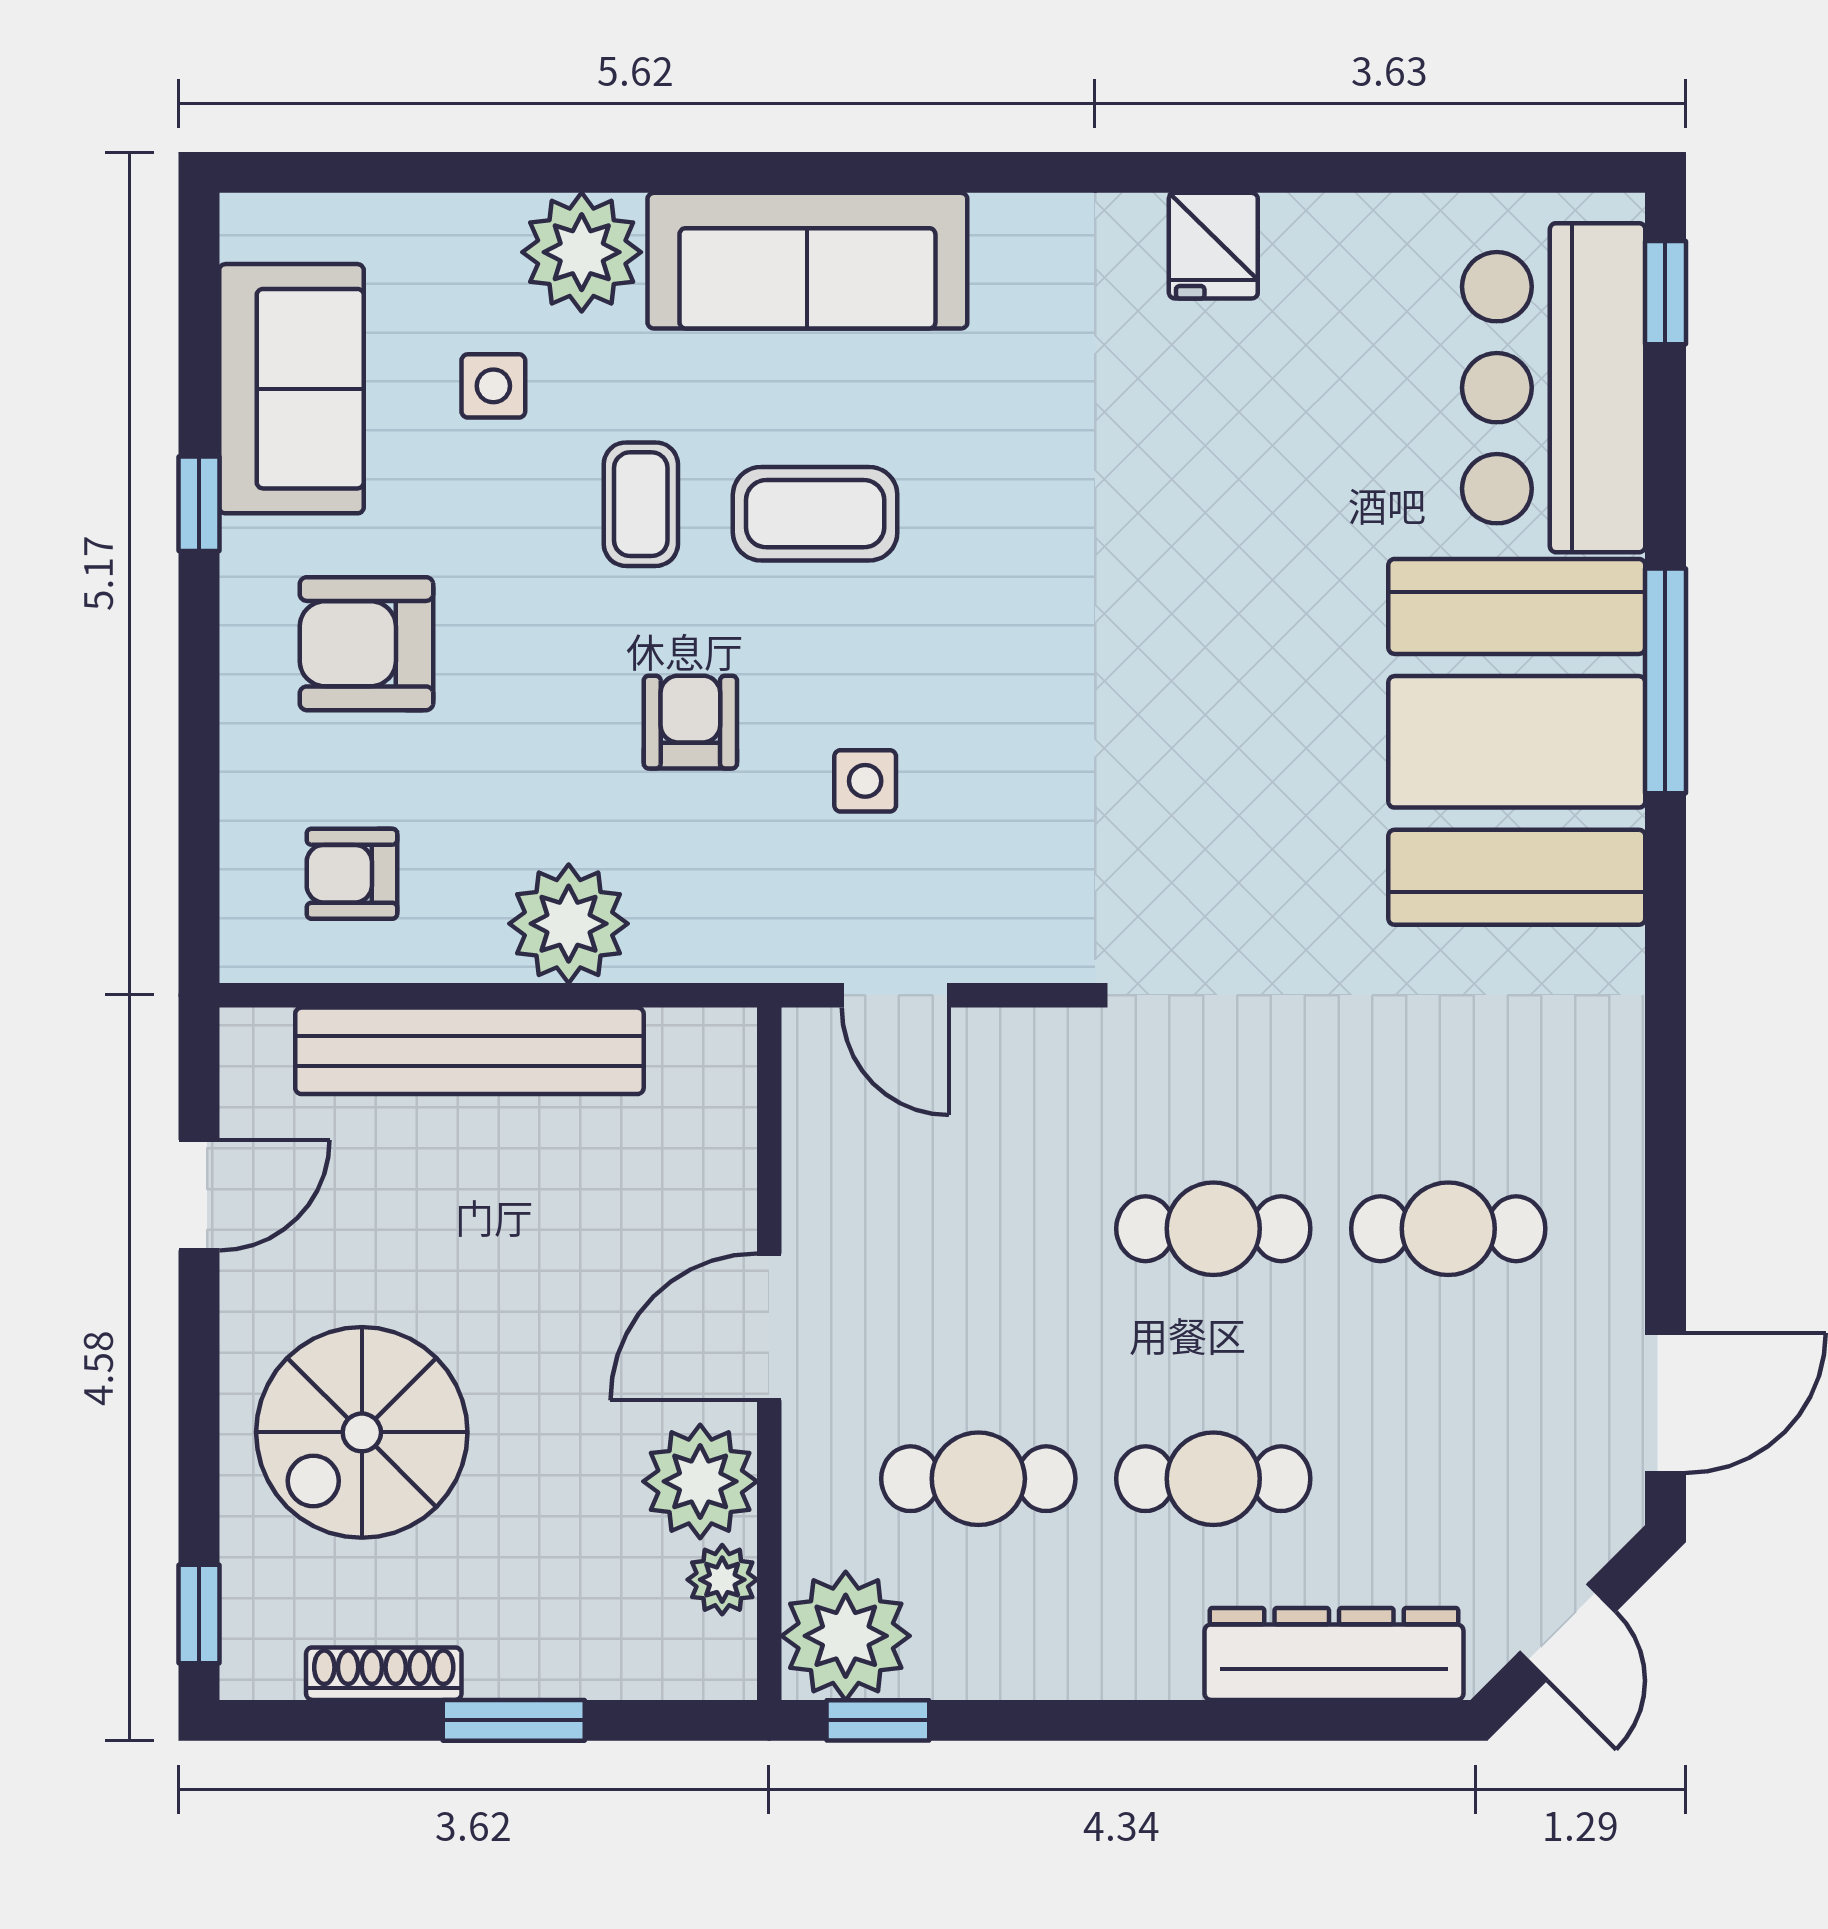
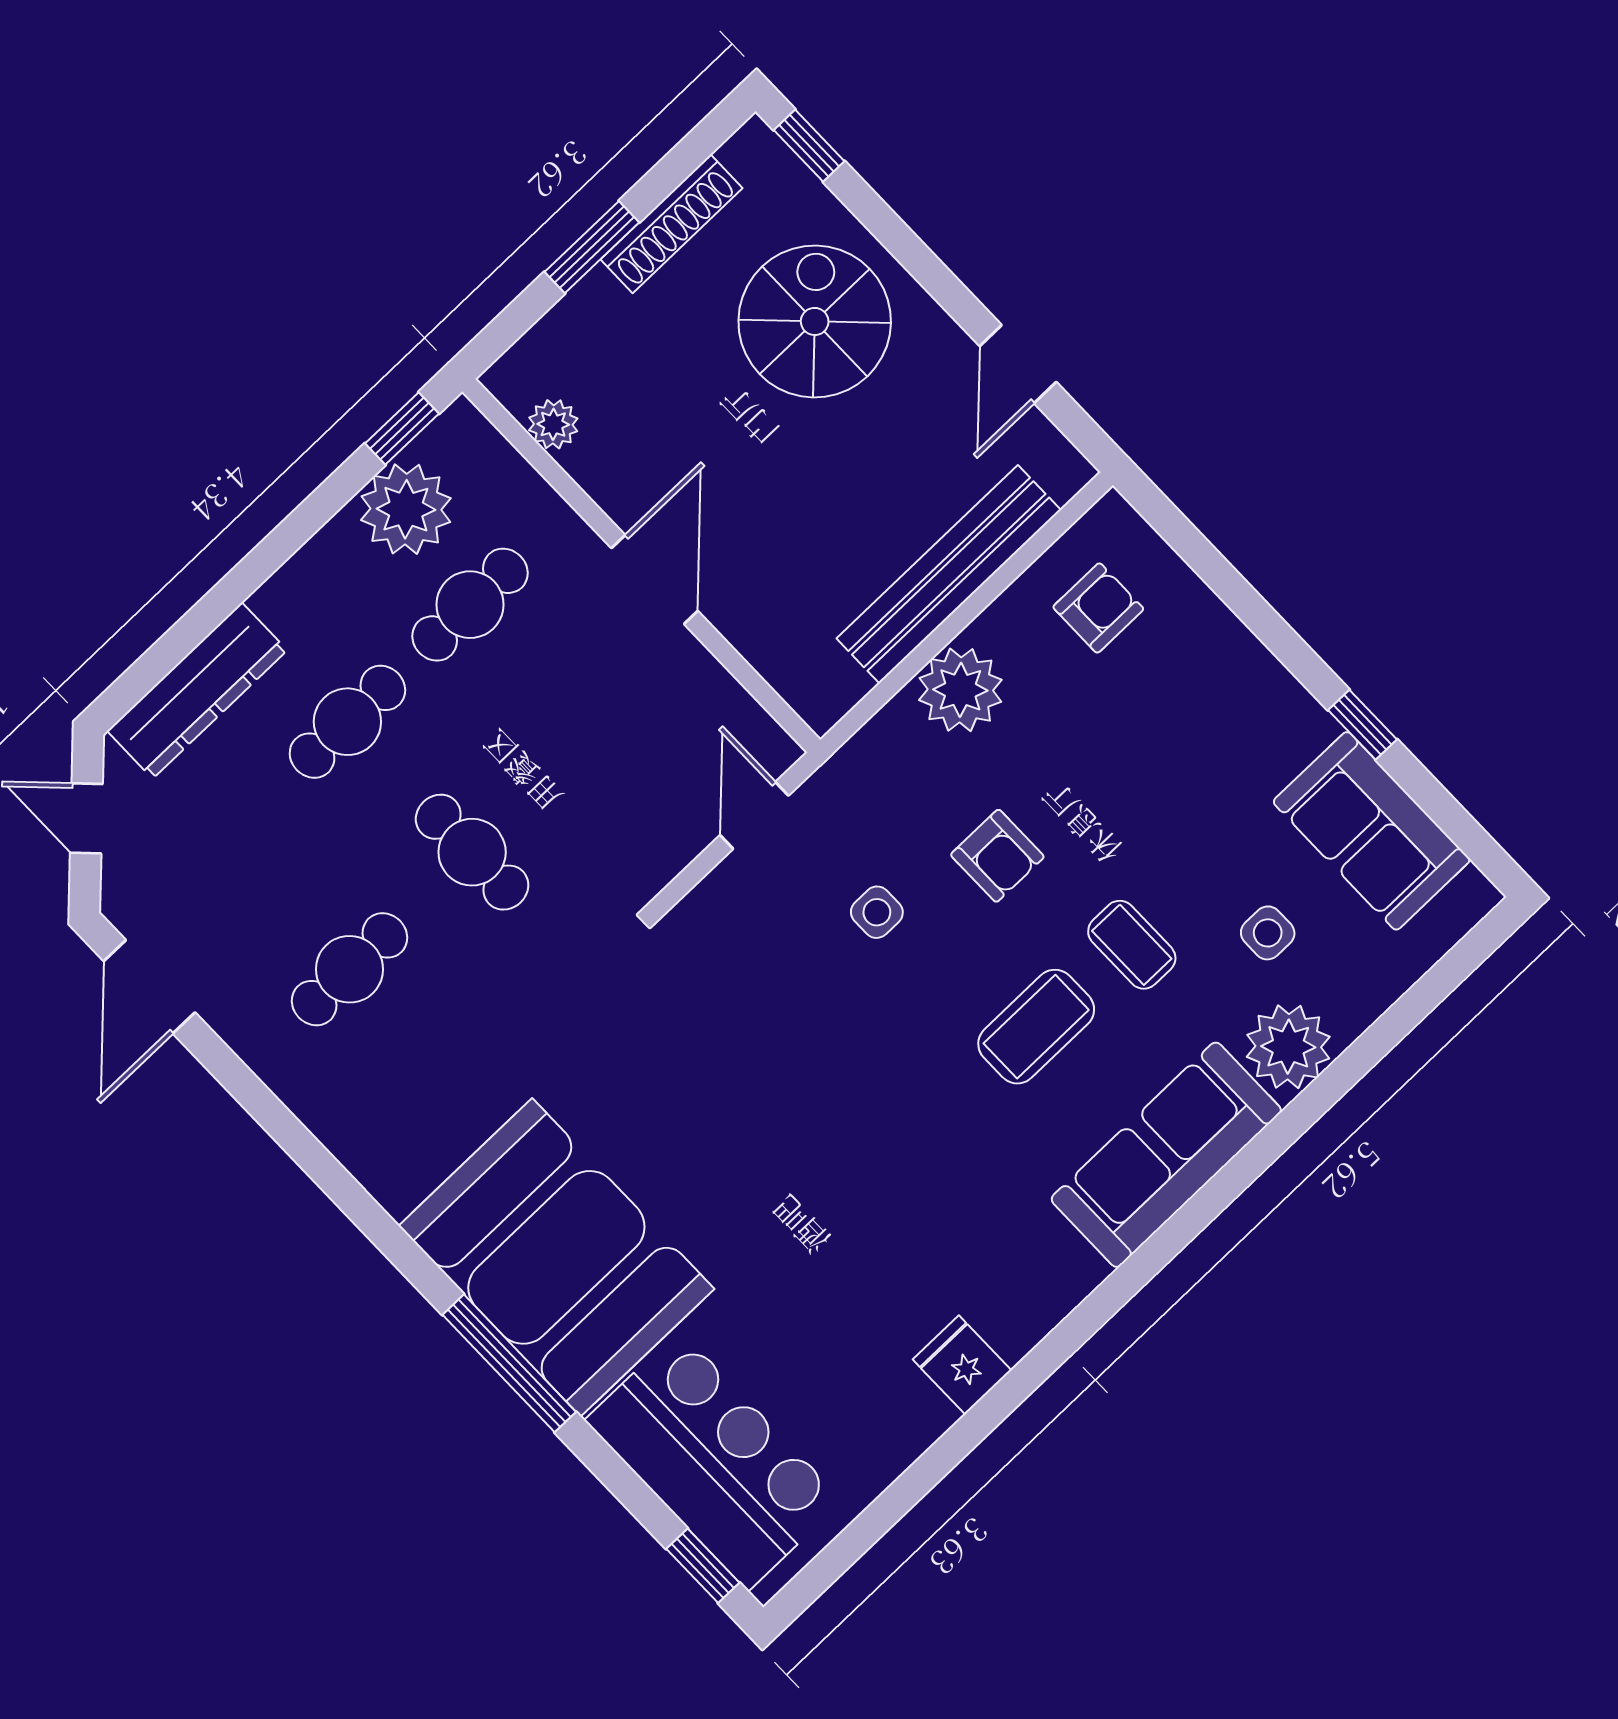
armchair: (366, 644) -> (1205, 735), removed
door: (895, 995) -> (754, 815), hinge flipped
cafe table: (1213, 1229) -> (472, 852), turned 90
plant: (700, 1481) -> (614, 465), removed
plant: (846, 1636) -> (406, 509), moved
shoe rack: (384, 1674) -> (671, 224), width x1.36, depth x1.24

